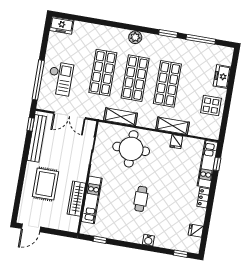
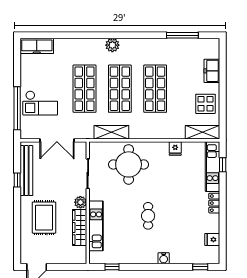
freezer: (62, 25) -> (37, 46), width x1.40
window: (168, 34) -> (147, 35), removed
checkout: (60, 79) -> (40, 103), turned 90
window: (31, 124) -> (17, 180), moved
shelving: (173, 126) -> (202, 132), moved
plant: (81, 176) -> (80, 202), added

